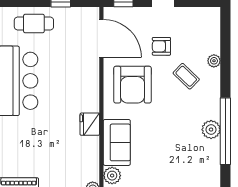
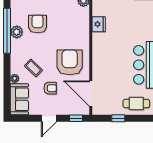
fridge: (90, 124) -> (99, 24), moved
armchair: (180, 141) -> (38, 24), added
sofa: (117, 142) -> (19, 99), moved, turned 180

